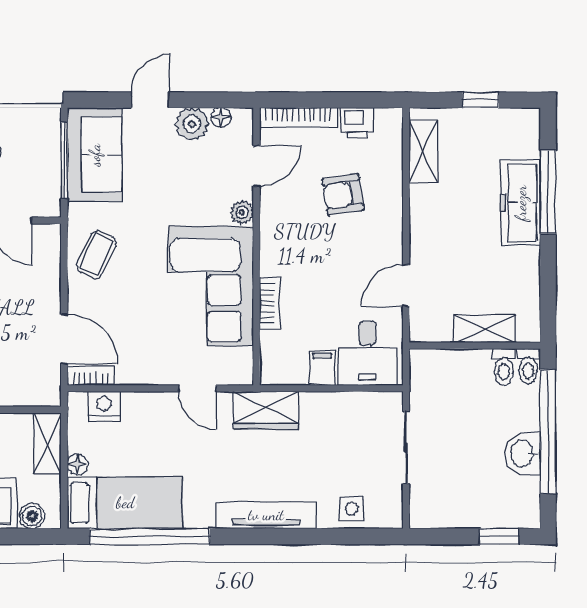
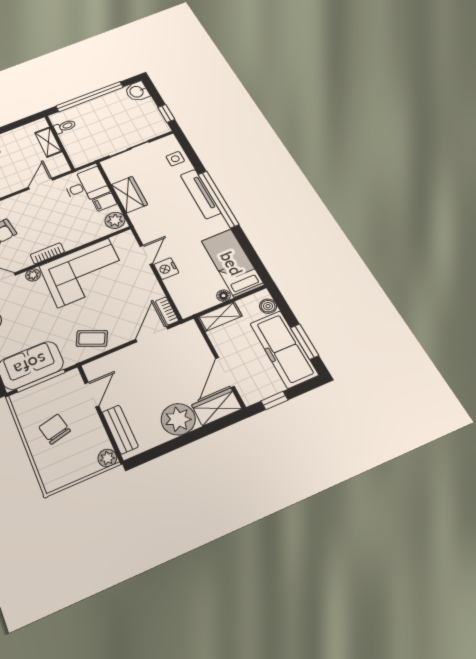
door: (406, 285) -> (40, 184), swing flipped
bookcase: (270, 304) -> (47, 253), moved
toilet: (528, 366) -> (59, 117), removed
plant: (281, 369) -> (115, 220), added
nightstand: (104, 406) -> (166, 269), moved
wardrobe: (266, 410) -> (129, 195), moved
washbasin: (523, 454) -> (137, 92), moved, turned 90
window: (150, 536) -> (218, 199), moved
window: (499, 536) -> (166, 113), moved

